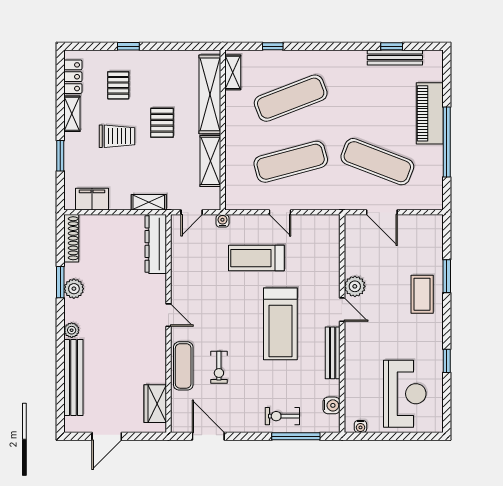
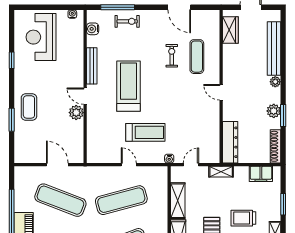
dresser: (156, 244) -> (230, 142), moved
door: (168, 315) -> (221, 92), moved
wall: (168, 323) -> (221, 86), moved
wardrobe: (155, 404) -> (230, 30), moved

